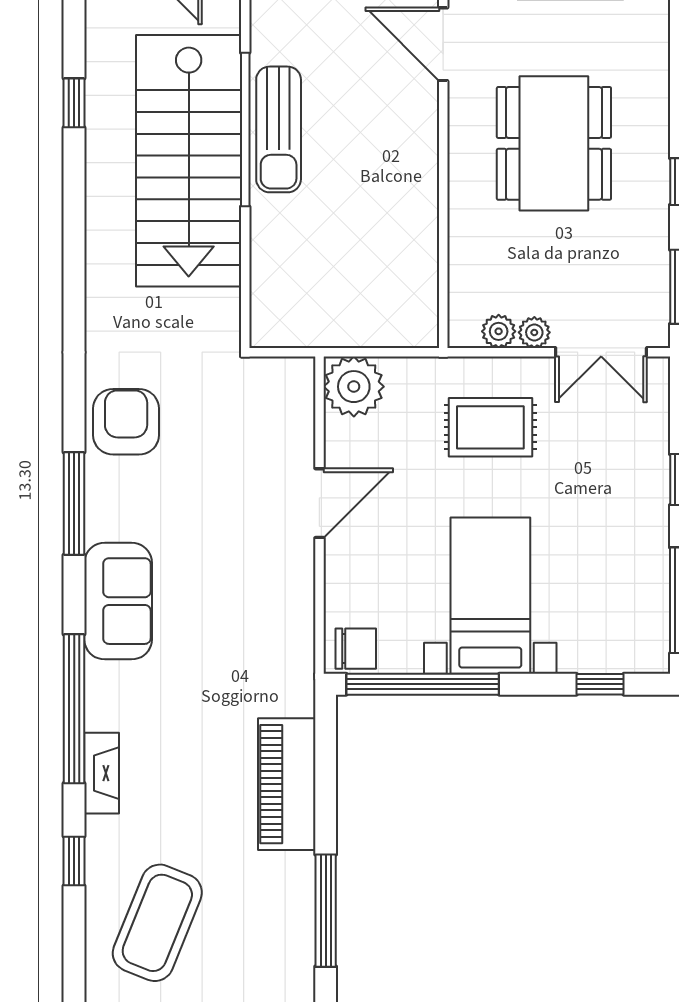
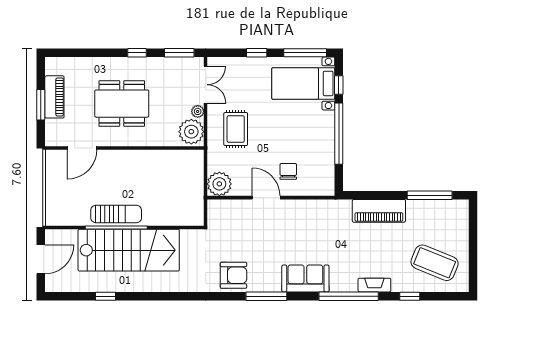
plant: (499, 331) -> (191, 132), width x1.88, depth x1.88
armchair: (126, 422) -> (233, 275), turned 180
bed with nightstands: (490, 596) -> (303, 83), moved
chair: (356, 649) -> (288, 171), moved
window: (423, 684) -> (339, 134), moved

